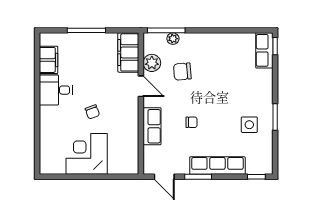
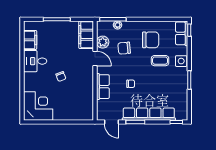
chair: (220, 60) -> (151, 40), added
coffee table: (233, 89) -> (160, 61), added
side table: (249, 125) -> (181, 61), moved
corner desk: (87, 154) -> (38, 106), moved, turned 90
row of seats: (217, 166) -> (149, 114), width x1.36

